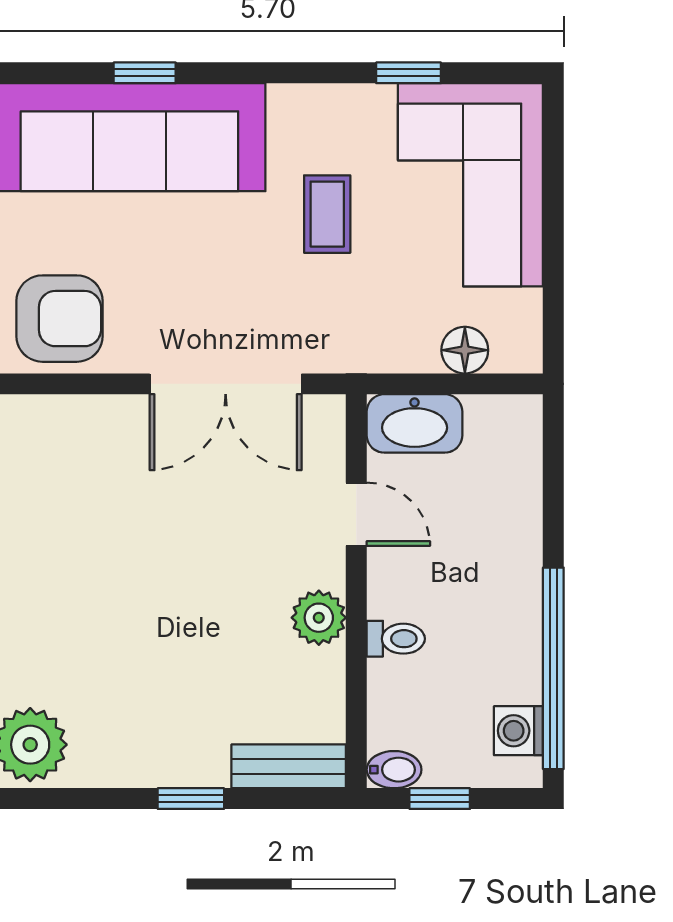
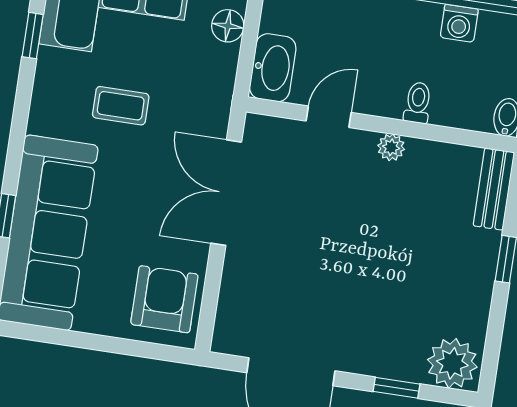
double door: (226, 384) -> (226, 193), swing flipped
plant: (319, 618) -> (391, 147), width x0.73, depth x0.73
washing machine: (518, 731) -> (459, 23), moved

